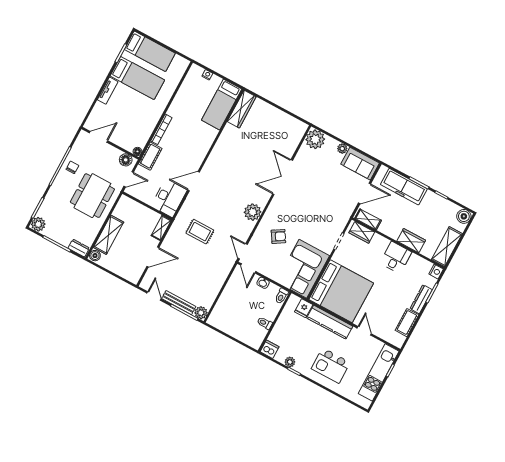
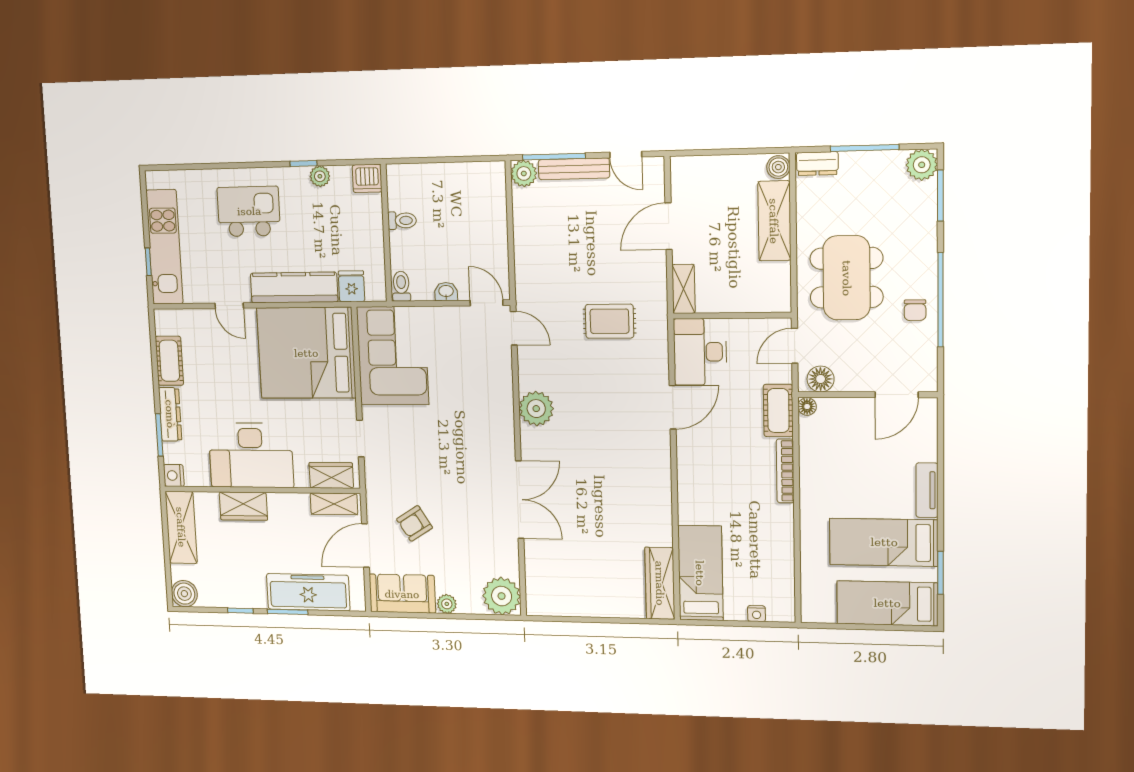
armchair: (278, 236) -> (414, 523), moved
desk: (396, 258) -> (251, 455), width x1.87, depth x1.30

